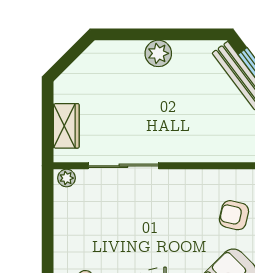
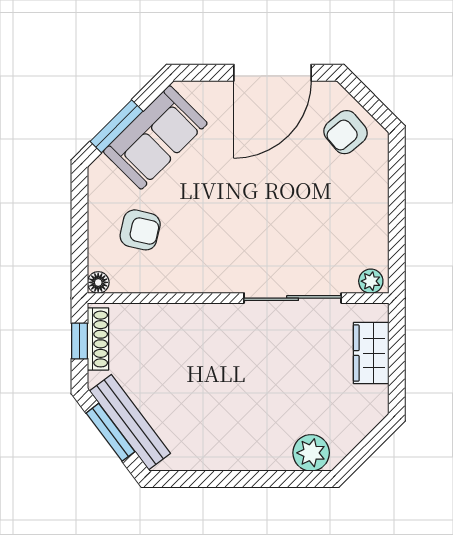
plant: (158, 53) -> (311, 453), moved

